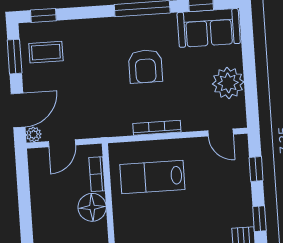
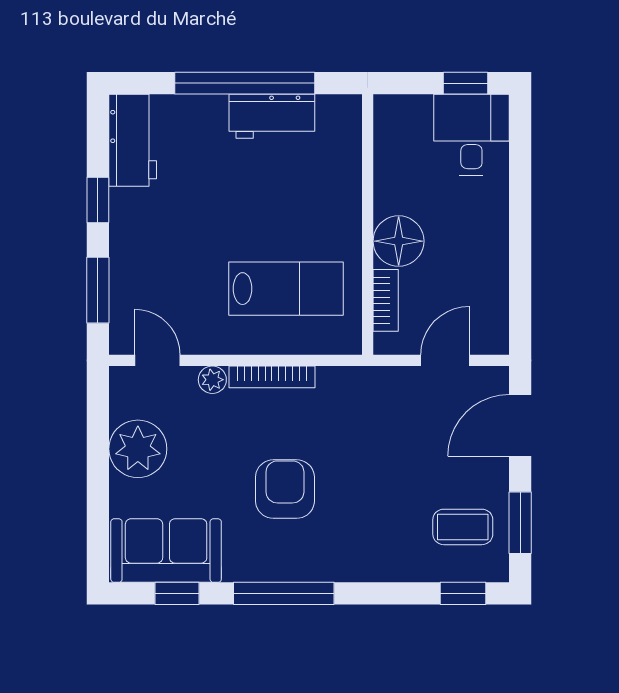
plant: (34, 134) -> (212, 380), moved
window: (256, 169) -> (98, 290), width x1.50

